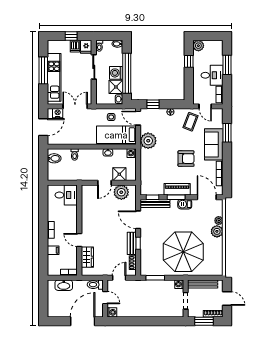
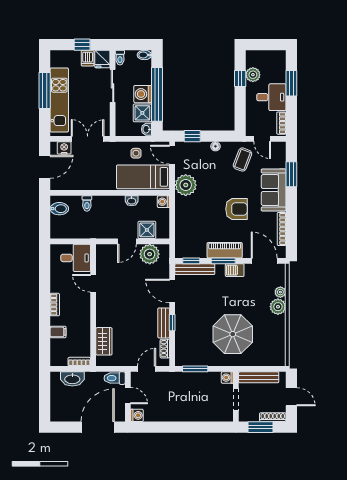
plant: (198, 46) -> (253, 75), moved
door: (79, 240) -> (93, 283), moved
parasol: (183, 252) -> (233, 334), width x0.73, depth x0.73

